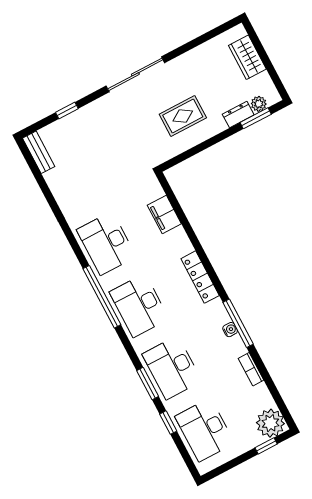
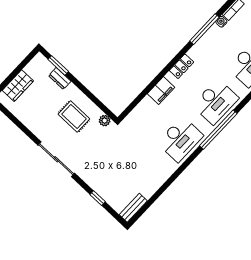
plant: (259, 104) -> (105, 121), moved
filing cabinet: (164, 214) -> (161, 90), moved
locker: (200, 277) -> (181, 66), width x0.66
water cooler: (230, 330) -> (221, 22), moved

